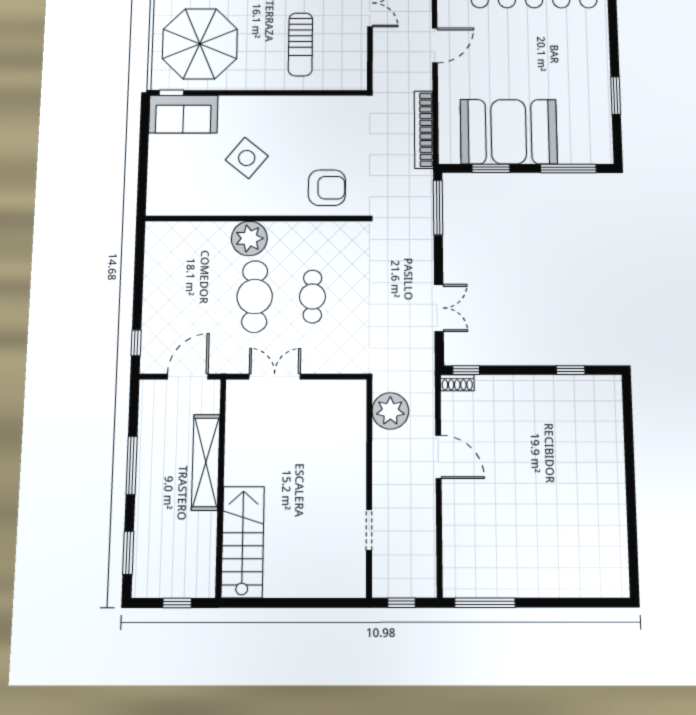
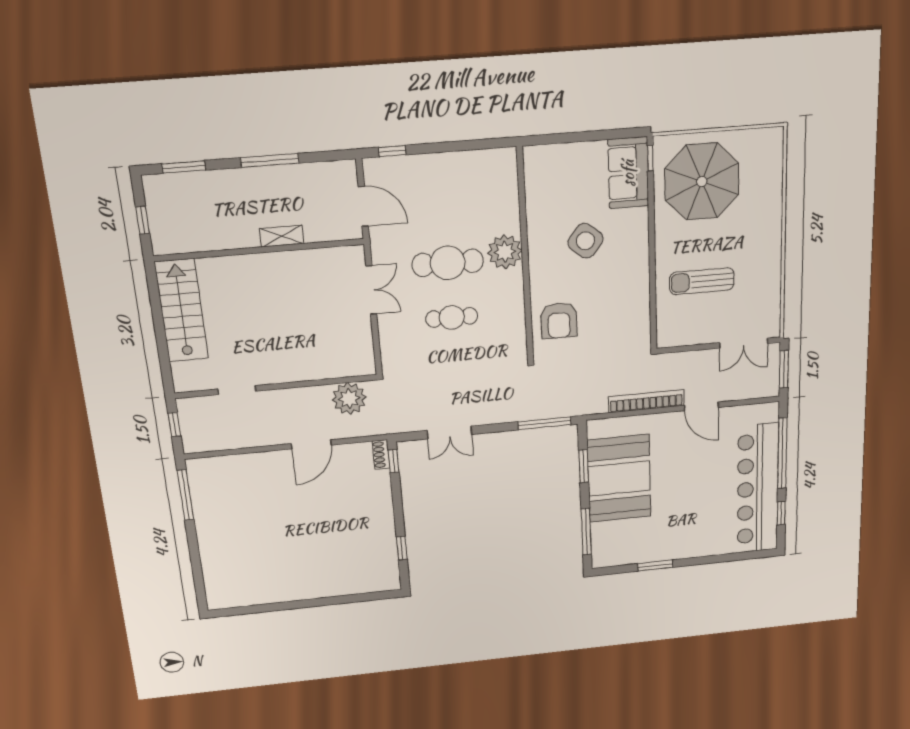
bookcase: (424, 130) -> (646, 401), moved
shelving: (206, 462) -> (282, 236), width x0.45, depth x0.75
stairs: (243, 542) -> (181, 311), moved, turned -90

